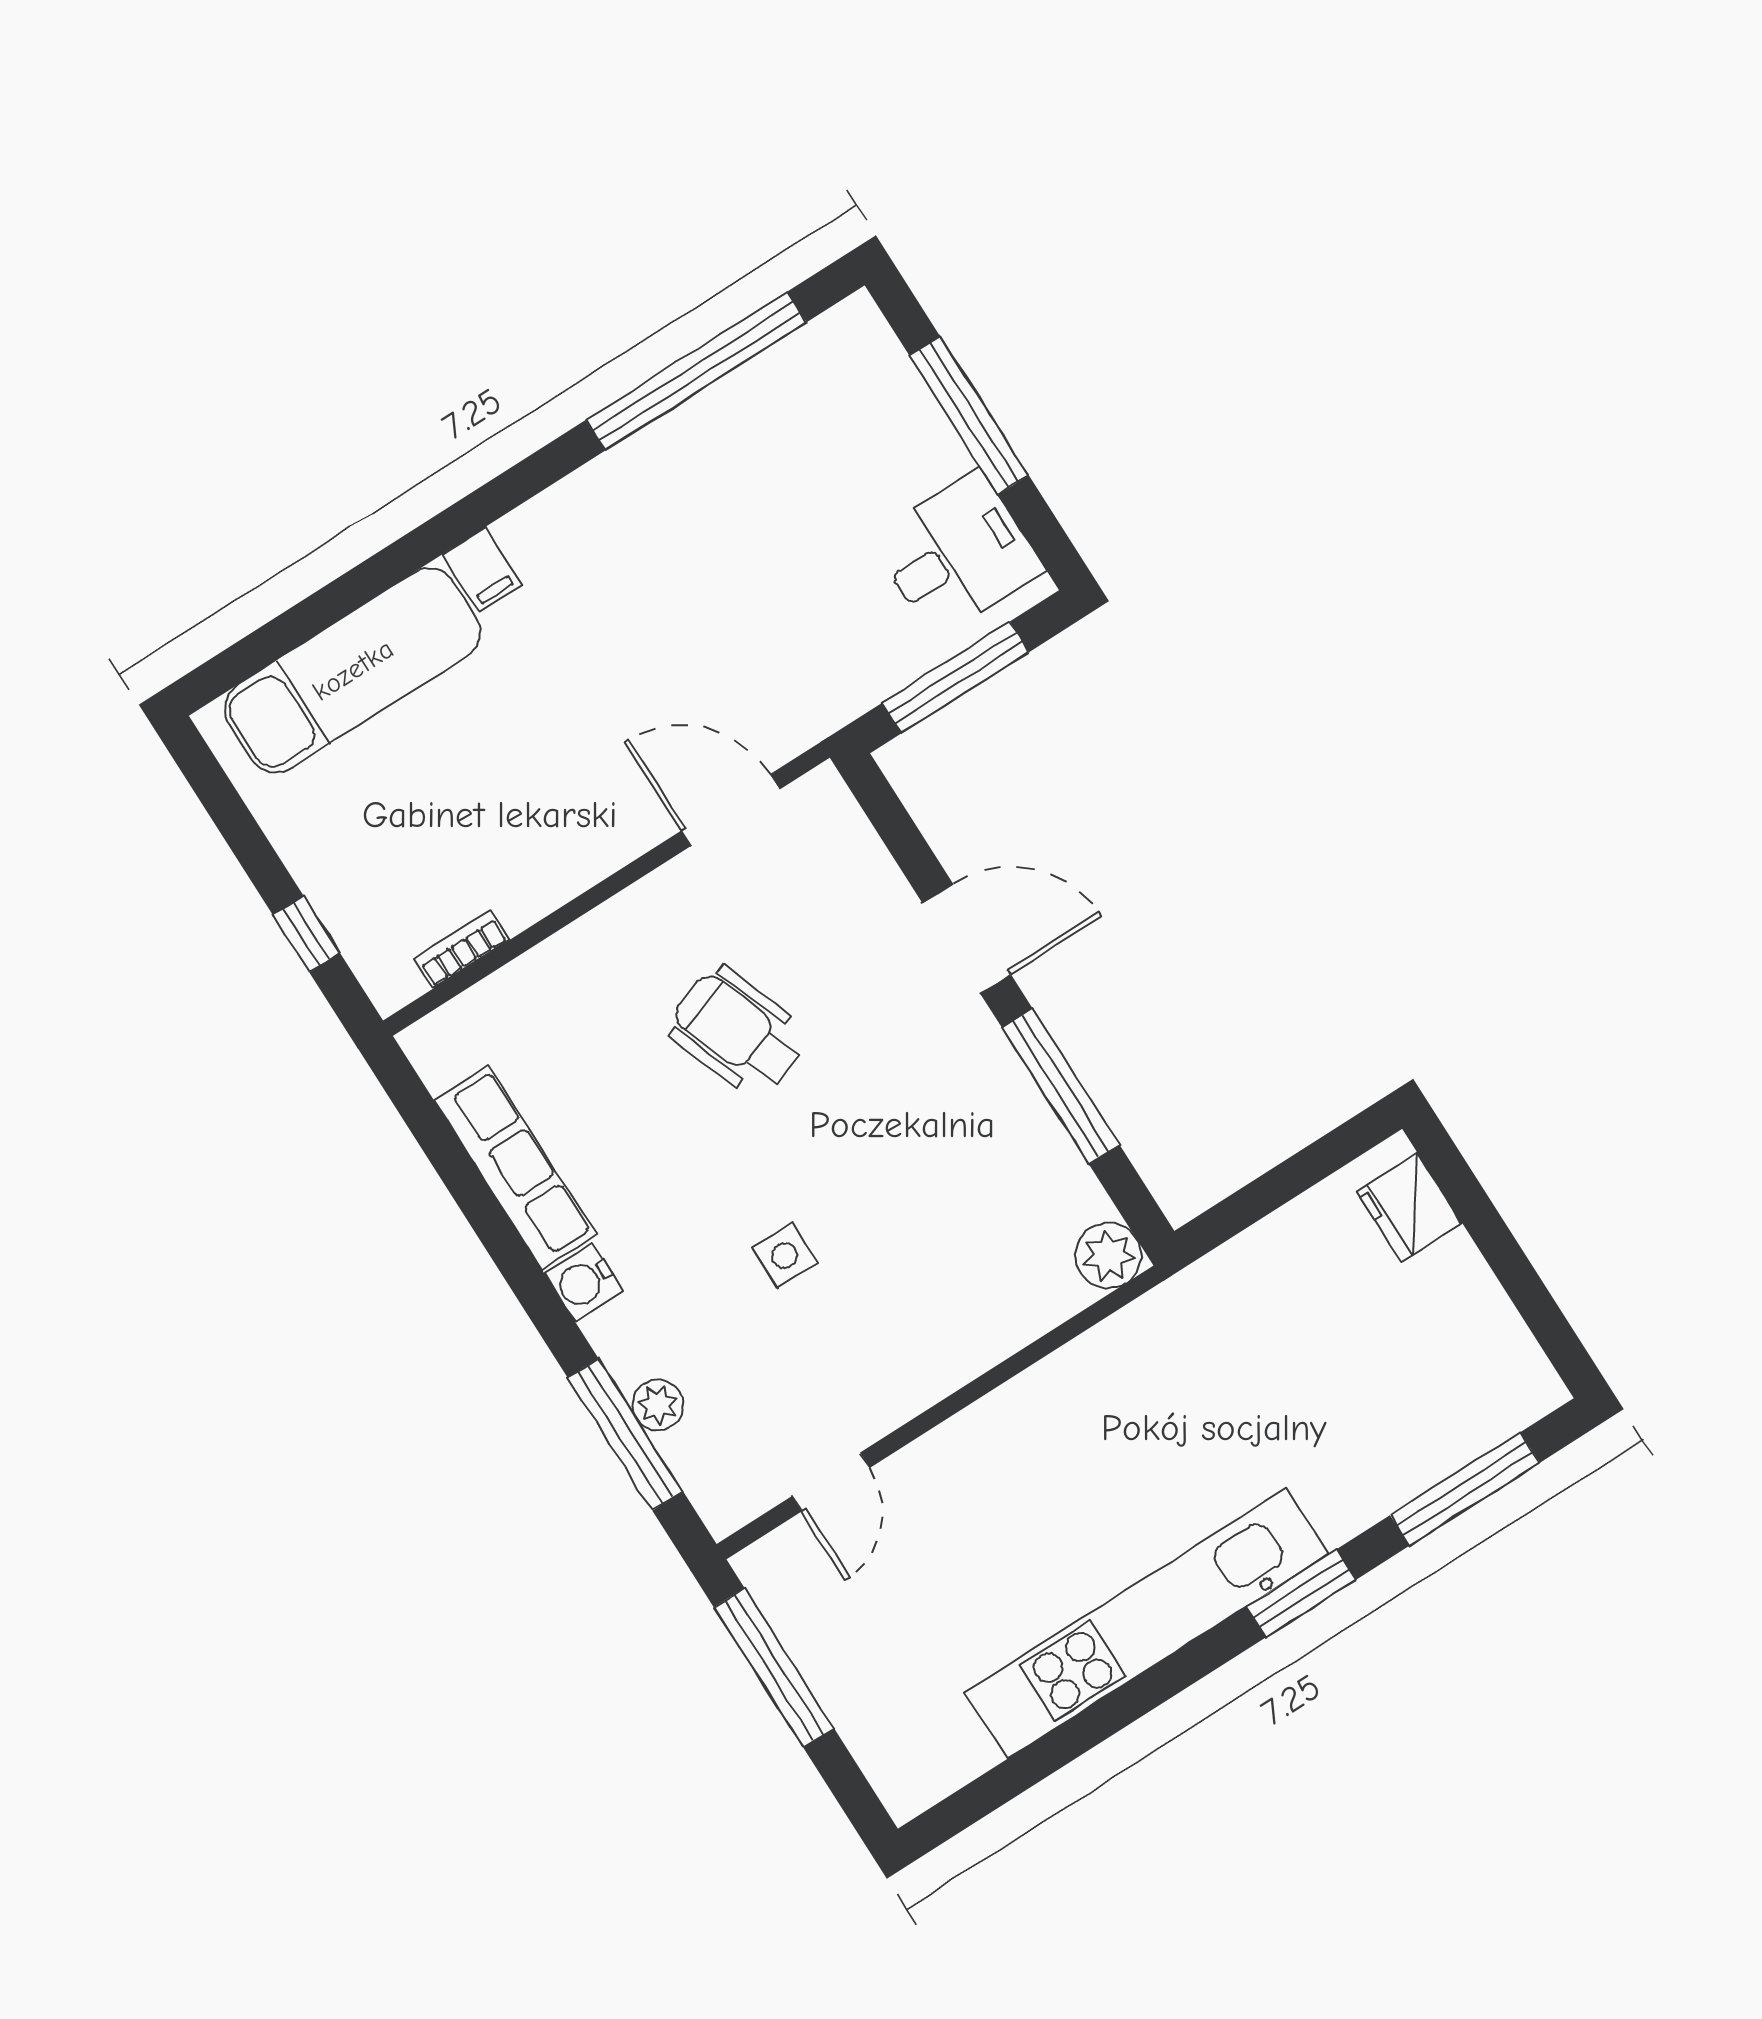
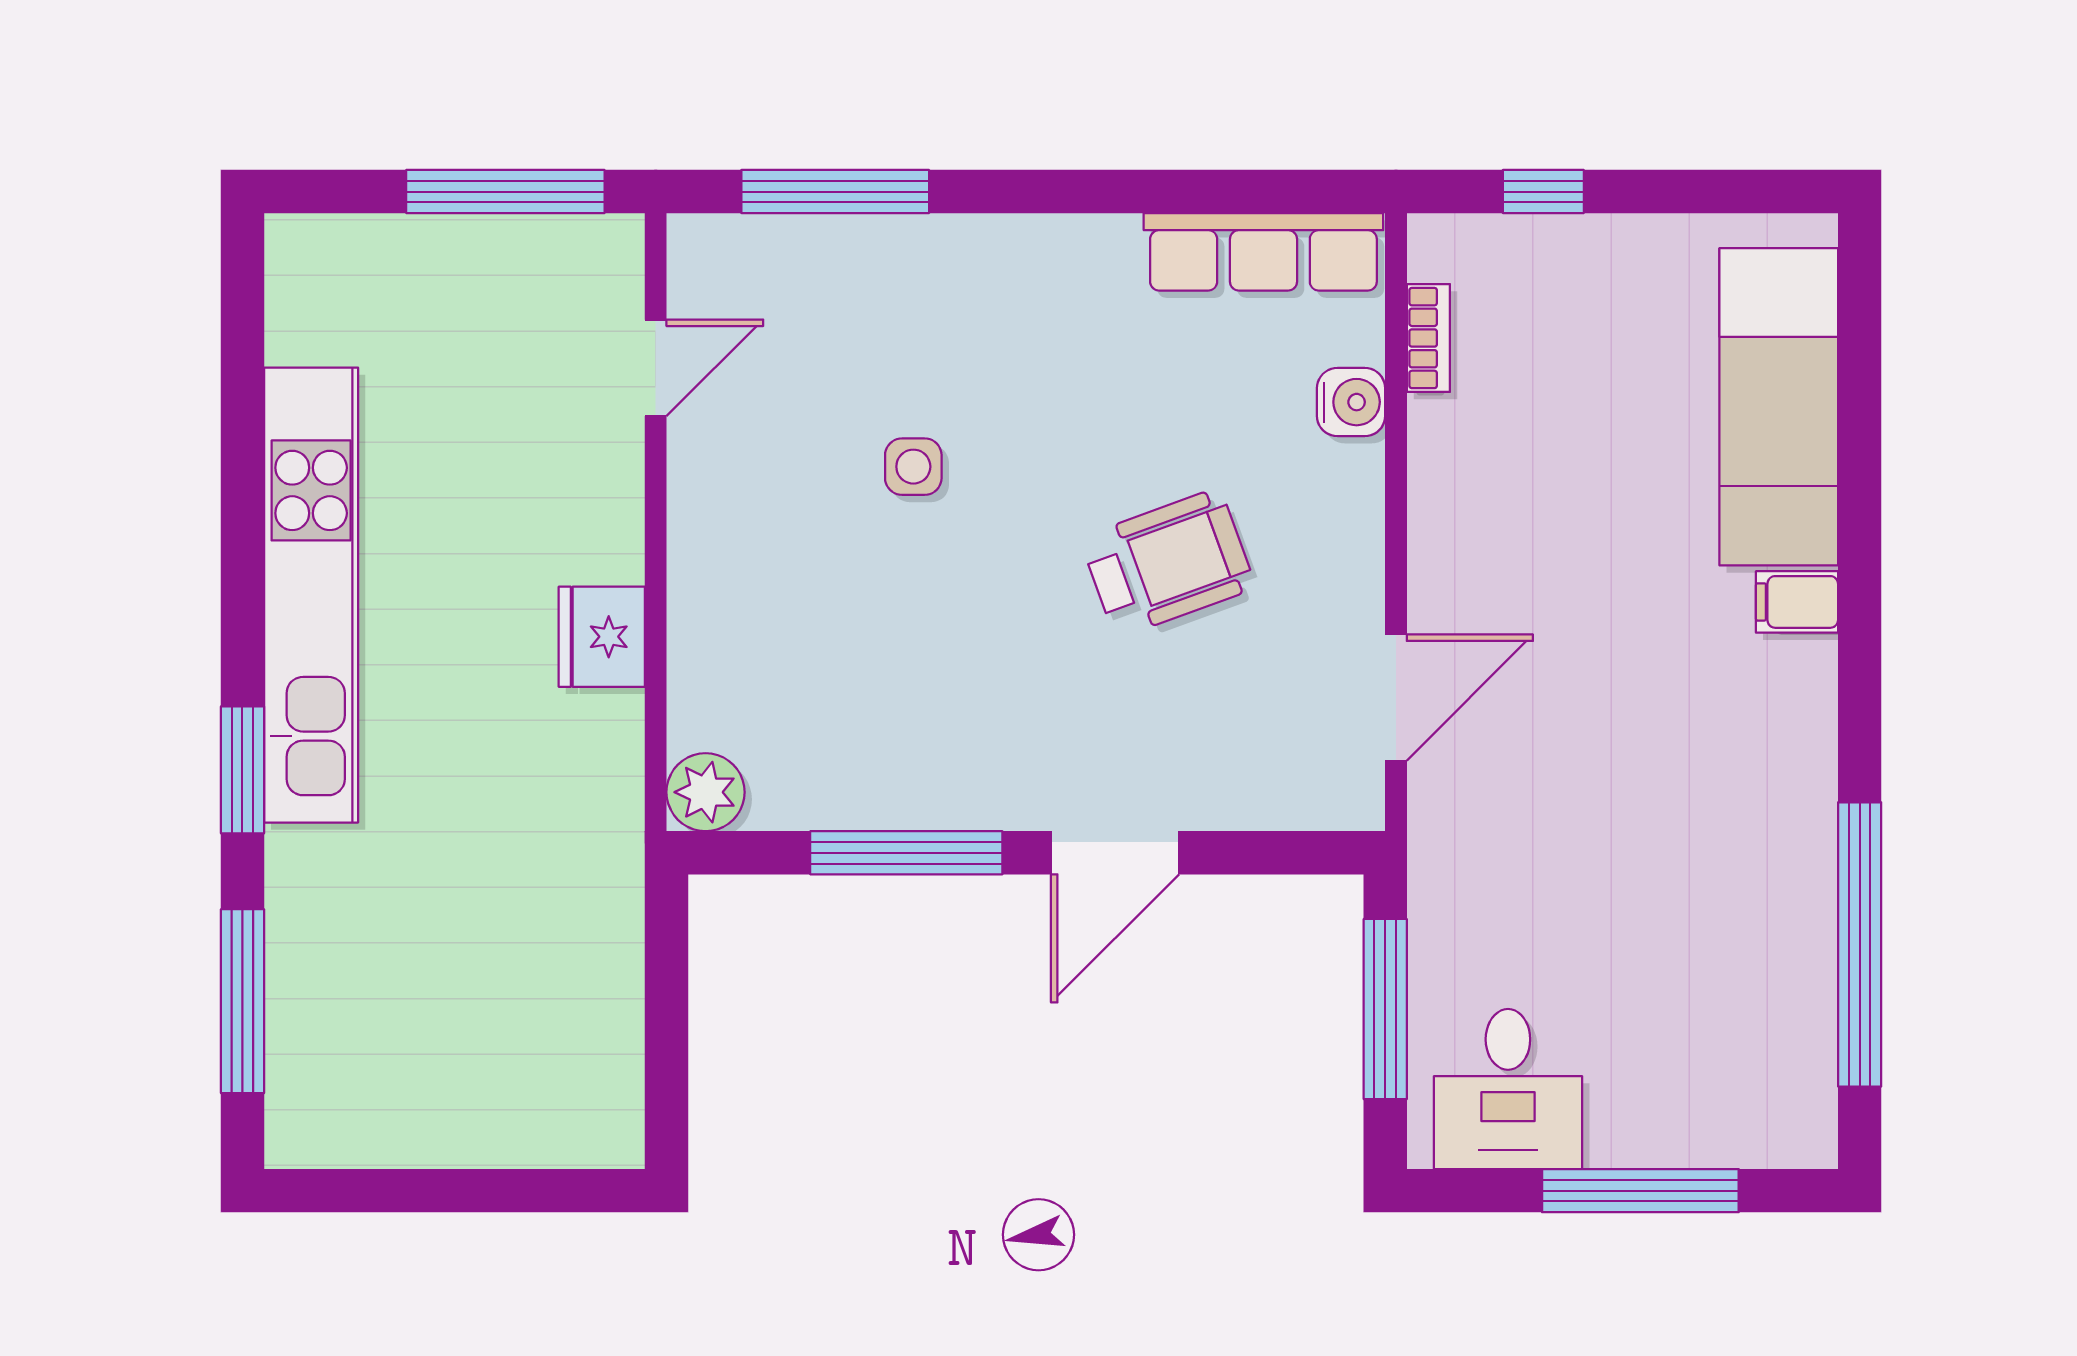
row of seats: (515, 1167) -> (1263, 252), moved
fridge: (1409, 1207) -> (602, 637), moved, turned -90
water cooler: (584, 1282) -> (1351, 402), moved, turned 90
plant: (658, 1405) -> (844, 243), removed
door: (831, 1482) -> (656, 368), swing flipped

